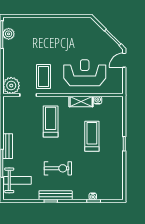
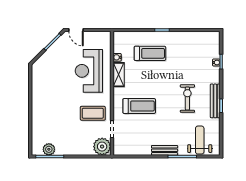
treadmill: (51, 122) -> (139, 106), turned 180
treadmill: (92, 136) -> (150, 53), moved, turned 180

